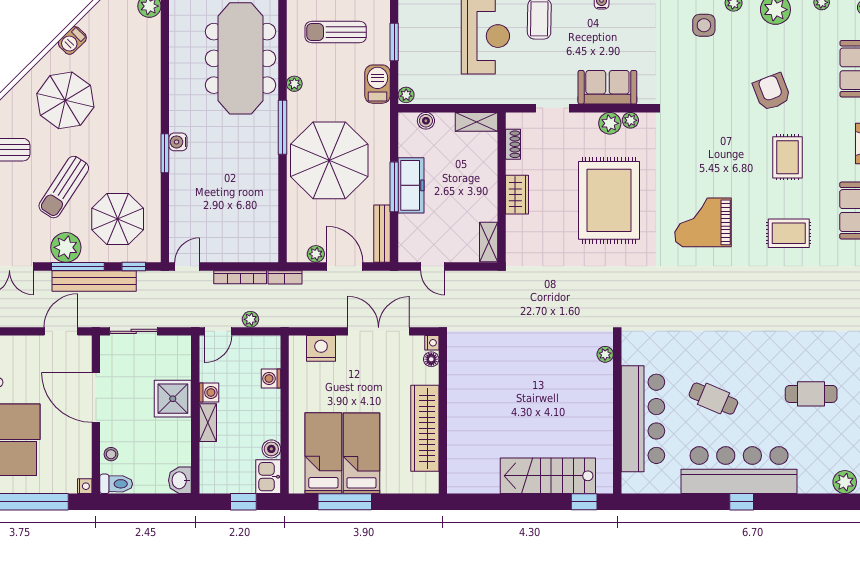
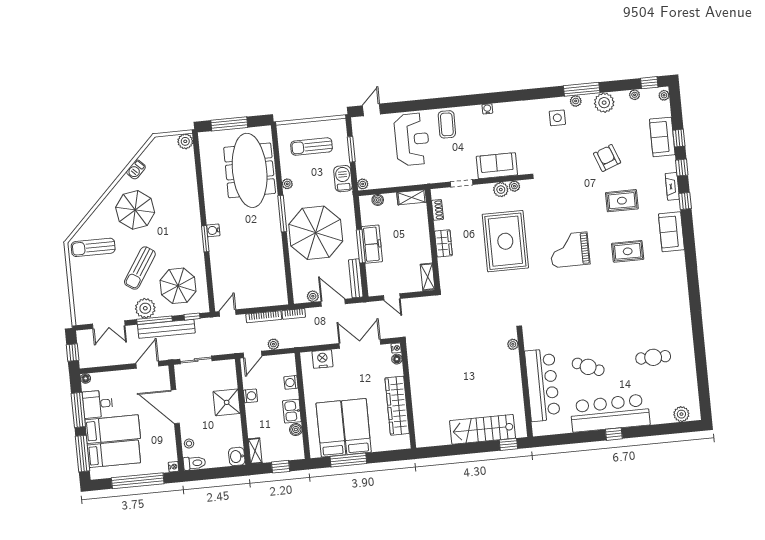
rug: (787, 157) -> (622, 201), turned 90
shelving: (208, 423) -> (255, 451), moved
kitchen sink: (268, 477) -> (292, 411), moved

